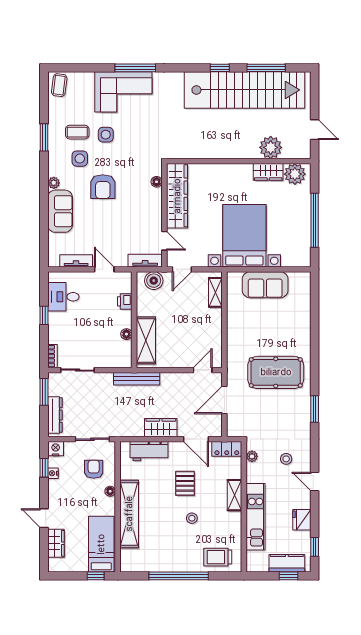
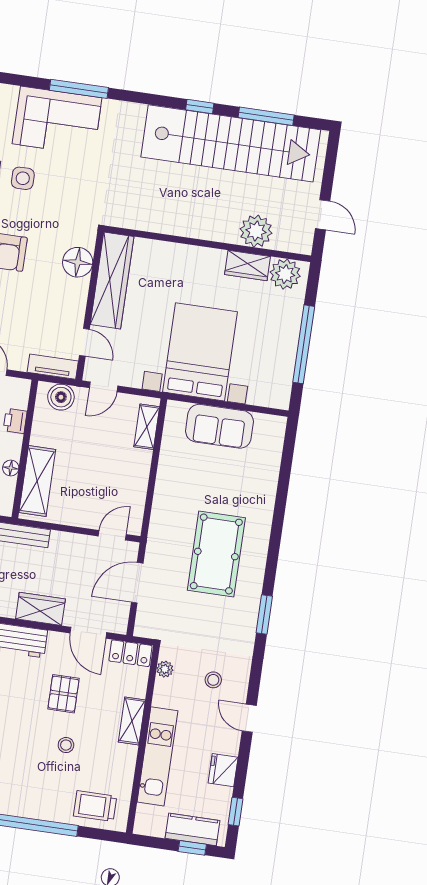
floor lamp: (157, 182) -> (78, 262), width x1.89, depth x1.89
pool table: (276, 372) -> (216, 554), turned 90

